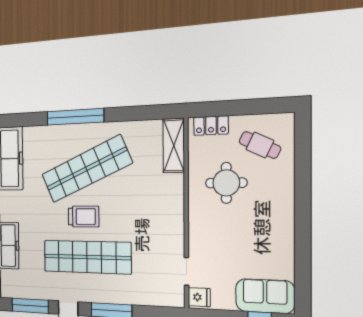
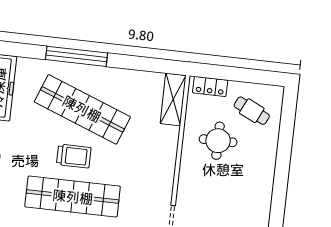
shop shelf: (86, 169) -> (82, 109), turned 45

